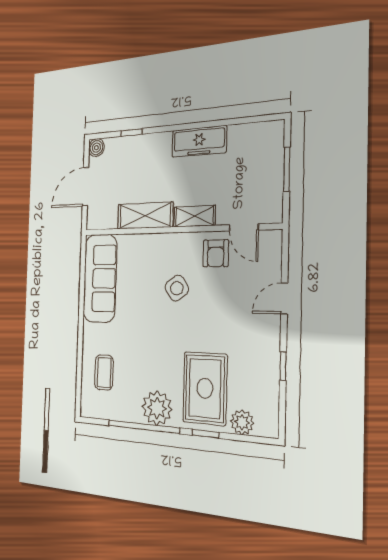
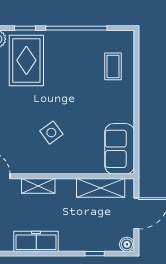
shelving: (145, 216) -> (101, 188), moved
armchair: (216, 253) -> (20, 158), removed
sofa: (100, 278) -> (120, 149), width x0.73
plant: (157, 408) -> (65, 43), removed

